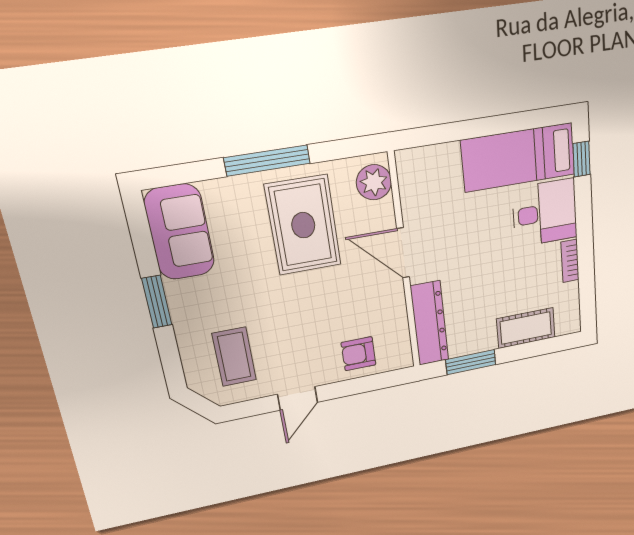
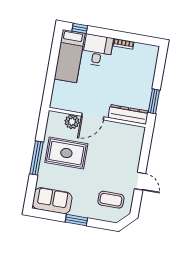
plant: (374, 182) -> (72, 122), moved
cot: (526, 328) -> (148, 72), removed
armchair: (359, 354) -> (130, 149), removed

